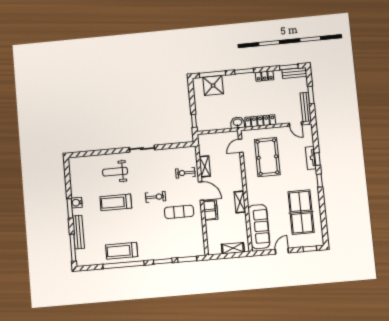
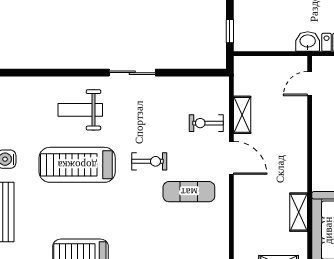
treadmill: (116, 202) -> (77, 165), width x1.37, depth x1.38
shelving: (240, 202) -> (299, 212), moved
filing cabinet: (211, 210) -> (245, 193), removed

